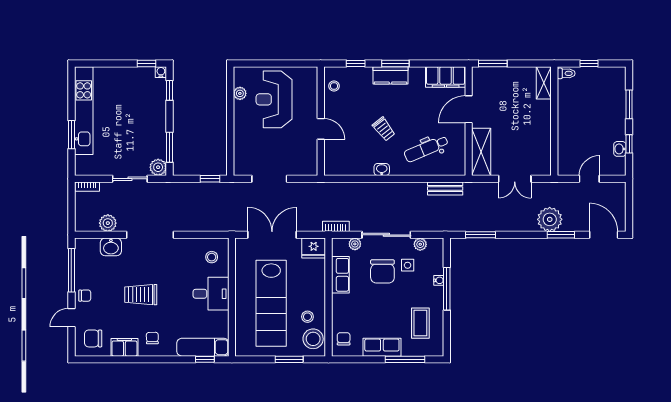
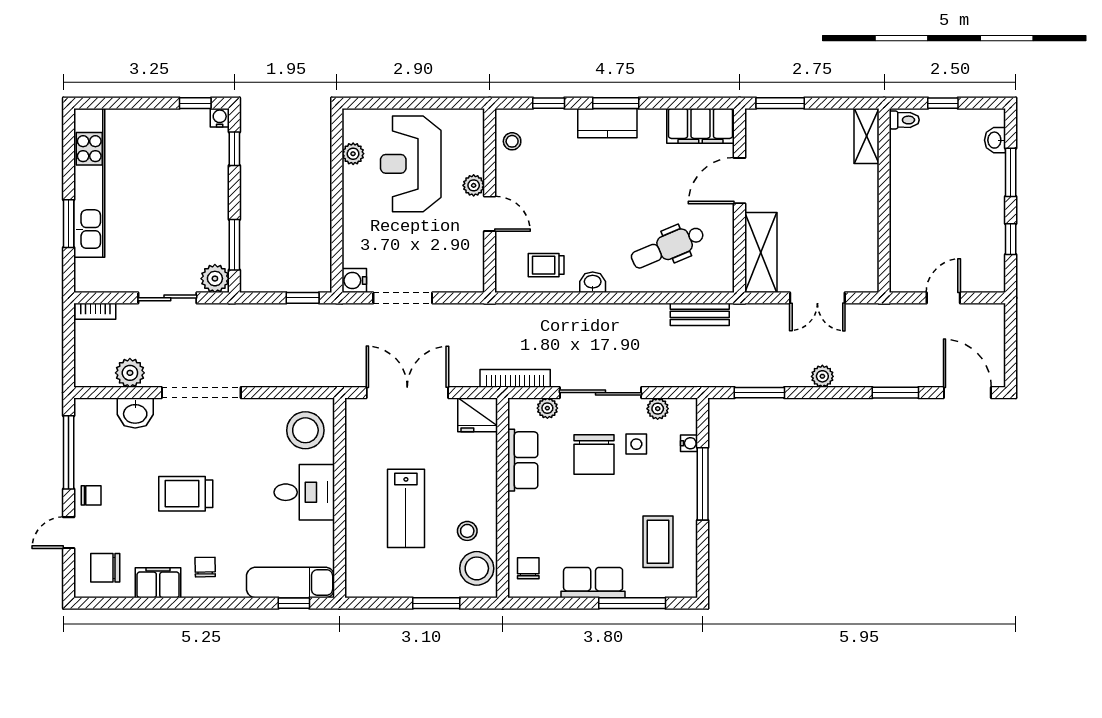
plant: (311, 112) -> (474, 185), added
trolley: (384, 129) -> (546, 265), moved, turned 128
washbasin: (620, 149) -> (995, 140), moved
water cooler: (241, 168) -> (354, 281), added
plant: (550, 219) -> (822, 376), moved, width x0.53, depth x0.53
bookcase: (336, 226) -> (515, 378), width x1.56
stool: (212, 257) -> (305, 430), width x1.89, depth x1.89
water cooler: (439, 280) -> (689, 443), moved
lab bench: (271, 303) -> (406, 508), width x0.54, depth x0.72

